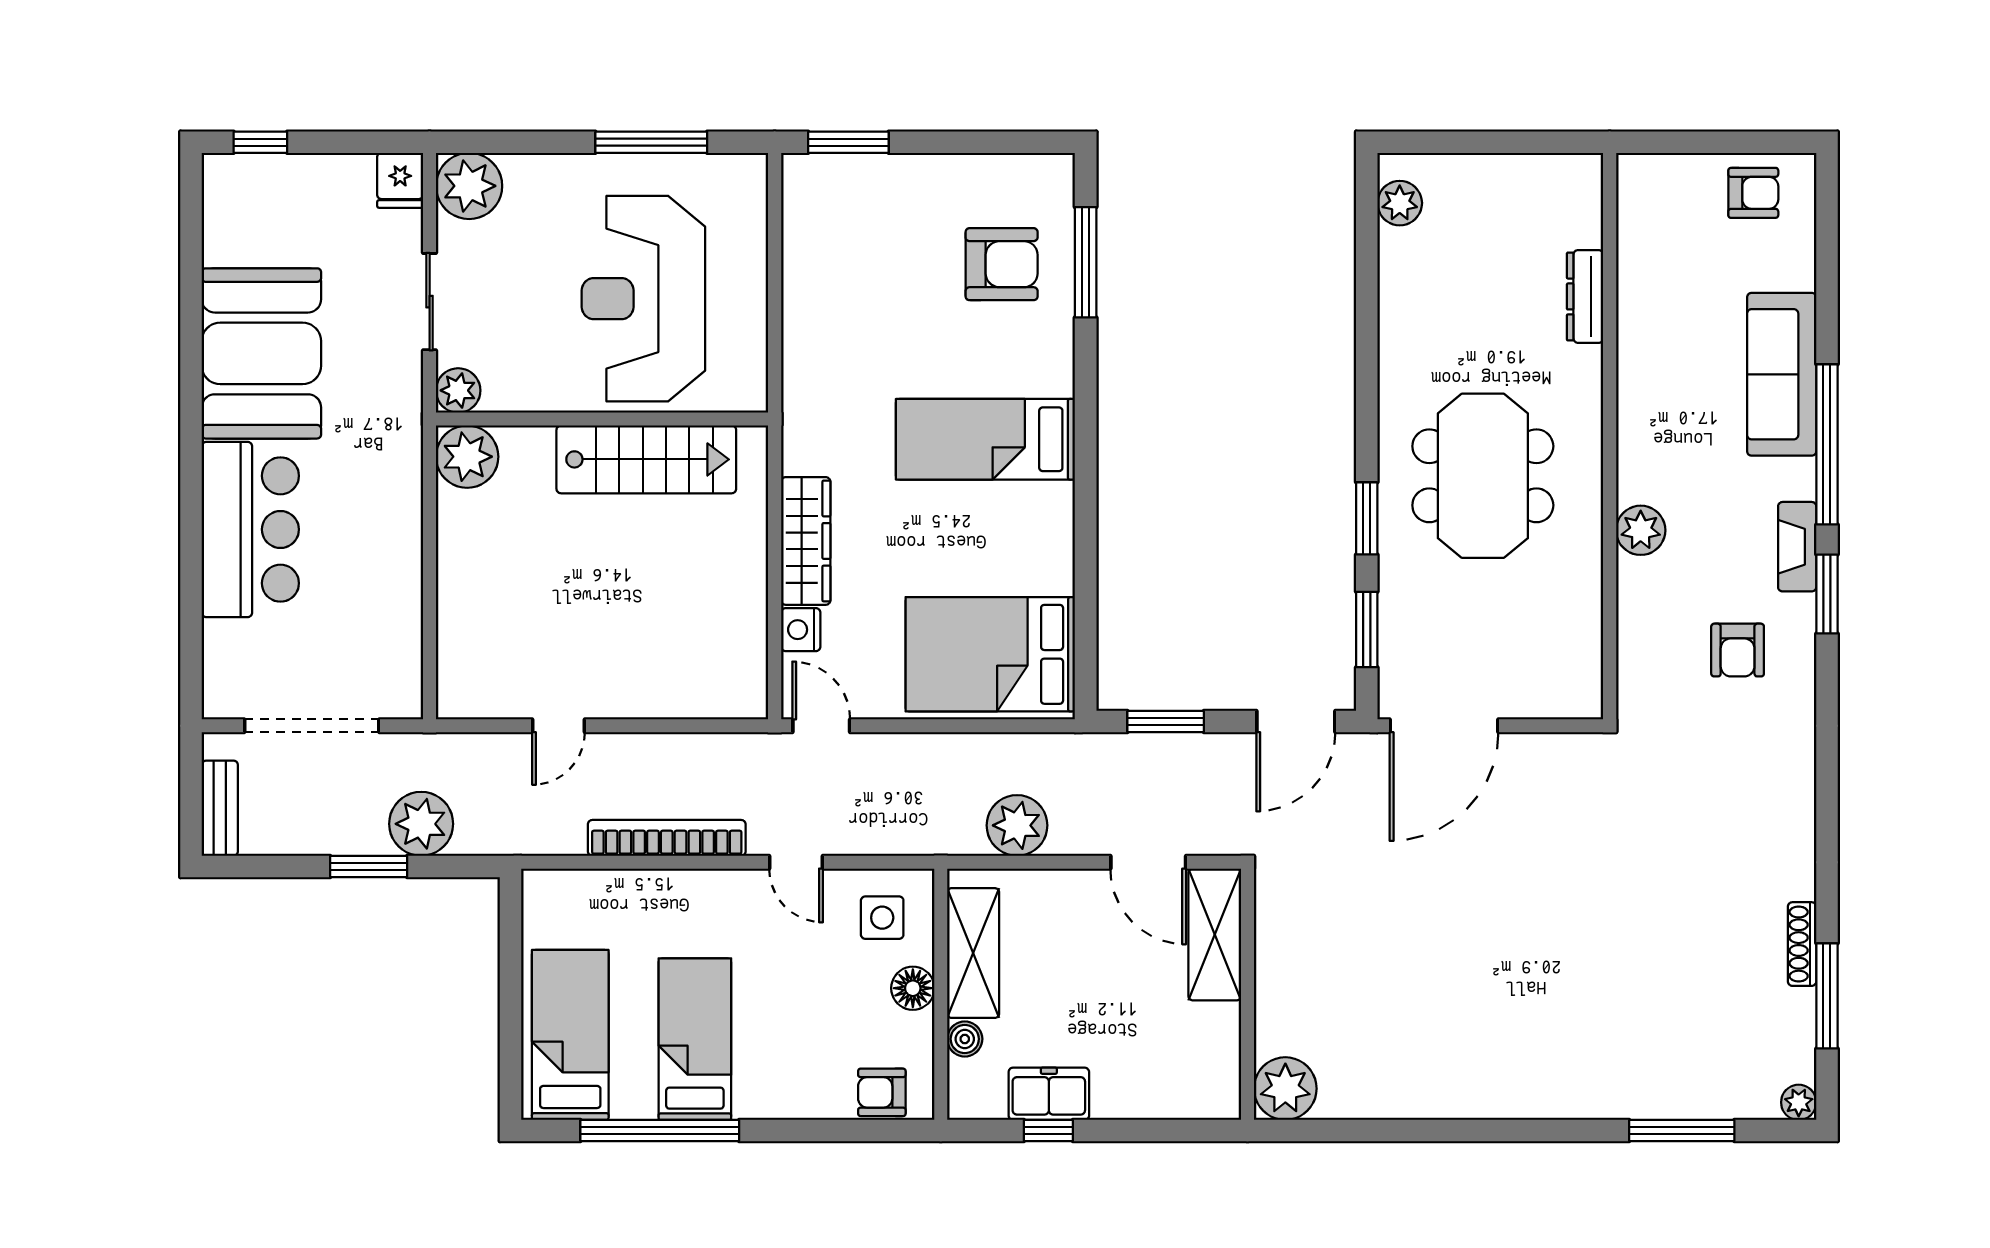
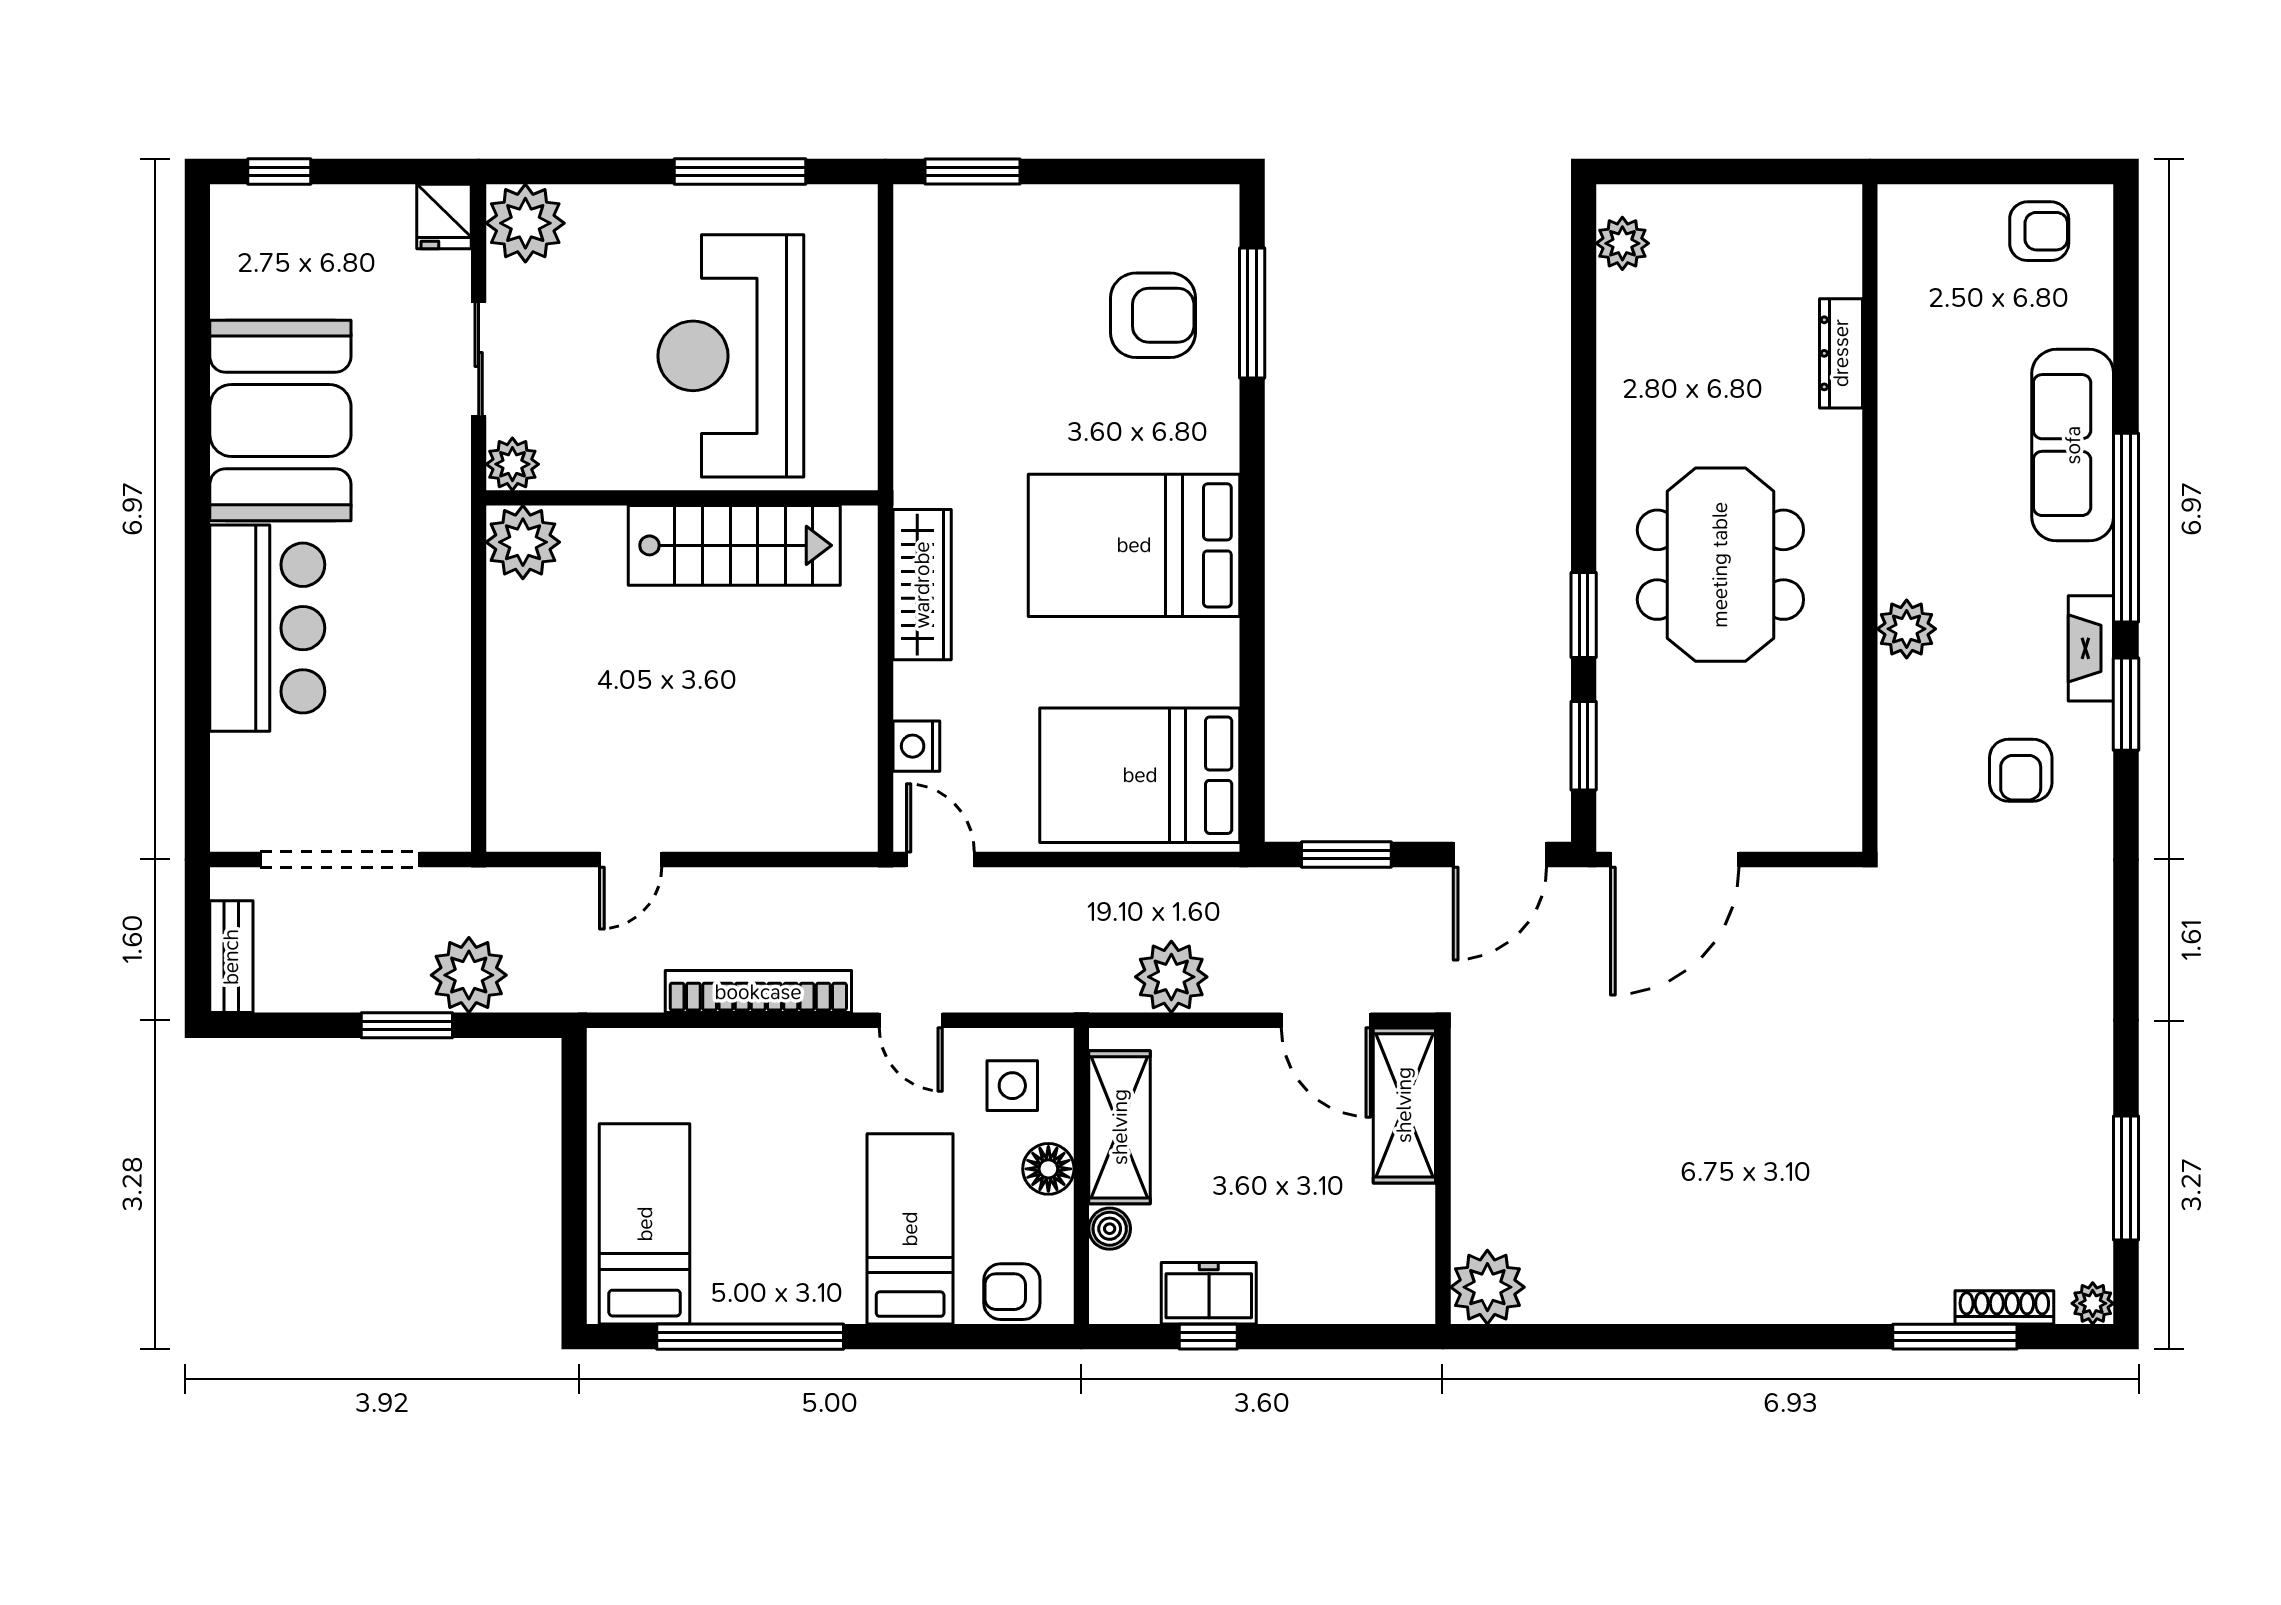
bed: (985, 439) -> (1134, 545), width x1.50
wardrobe: (806, 541) -> (922, 585), moved
shoe rack: (1802, 944) -> (2004, 1307), moved, turned 90
bed: (695, 1039) -> (910, 1229), moved

